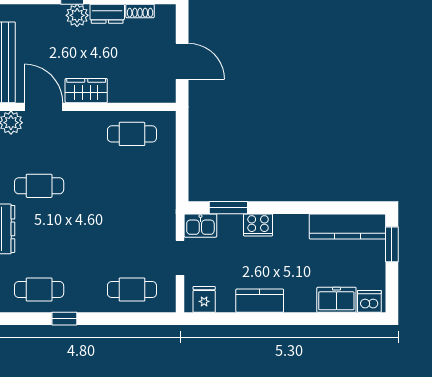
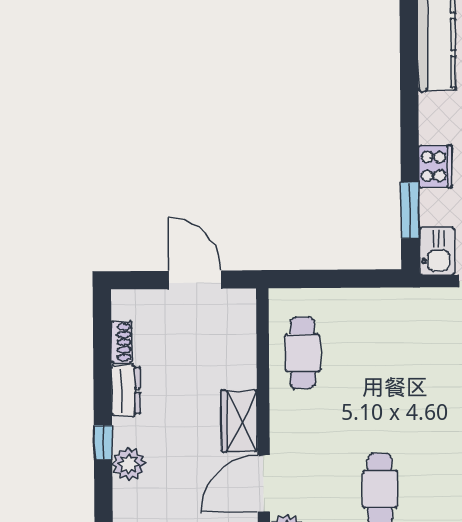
plant: (77, 15) -> (129, 464), moved
door: (182, 61) -> (195, 280), hinge flipped

